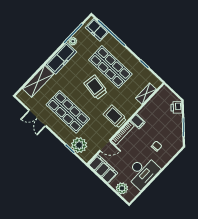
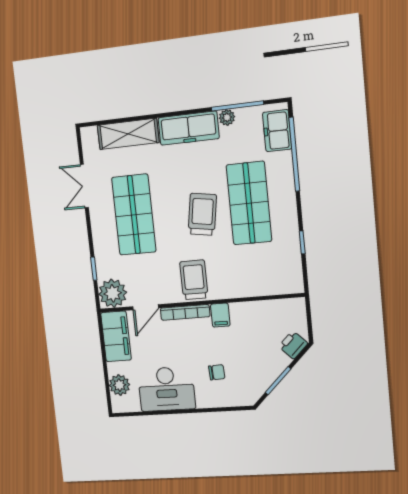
shelving: (146, 94) -> (267, 287), removed
plant: (79, 145) -> (113, 293), moved
door: (105, 145) -> (146, 307), hinge flipped

